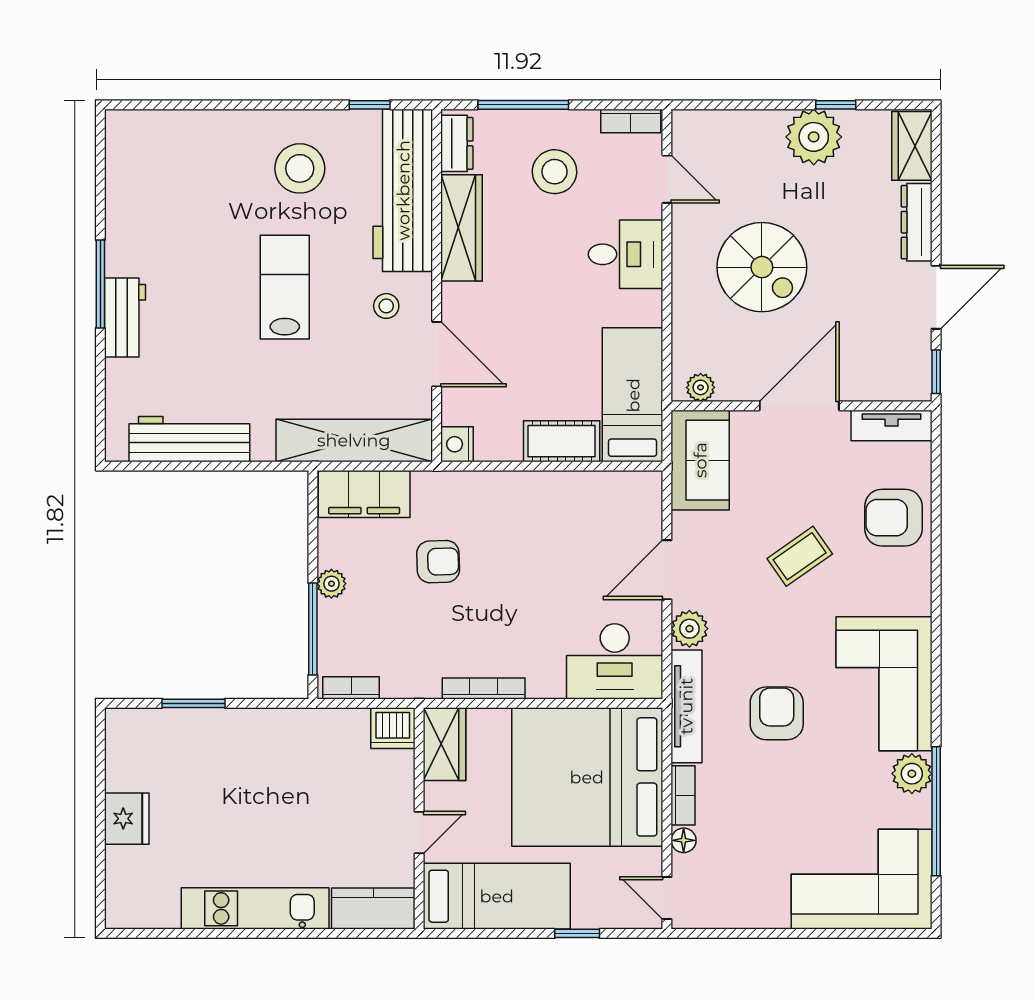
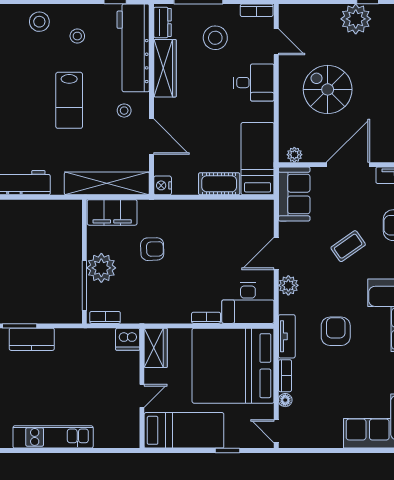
stool: (230, 142) -> (39, 22), added
stool: (300, 168) -> (77, 36), width x0.53, depth x0.53
spiral stairs: (762, 267) -> (328, 89), turned 180
lab bench: (285, 287) -> (69, 100), turned 180
plant: (331, 584) -> (101, 268), width x1.87, depth x1.87
bookcase: (484, 688) -> (206, 318), moved, width x0.64
tv unit: (686, 706) -> (287, 336), width x0.71
kitchen counter: (373, 909) -> (32, 339), moved, turned 180

